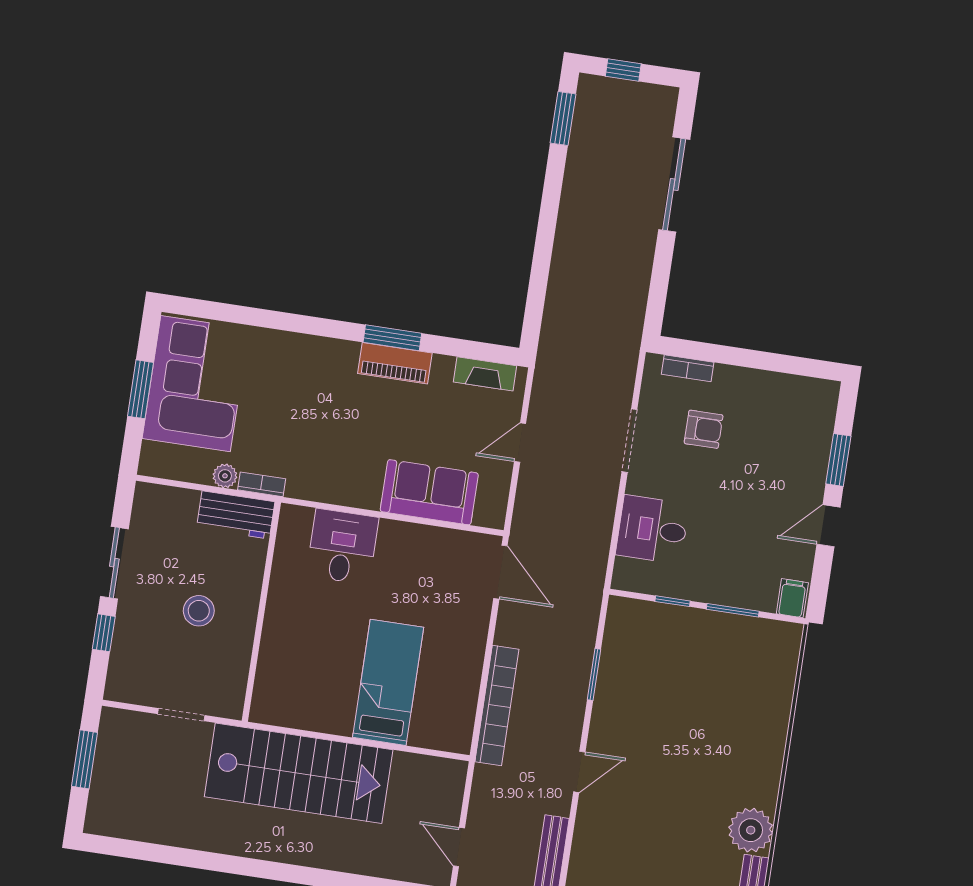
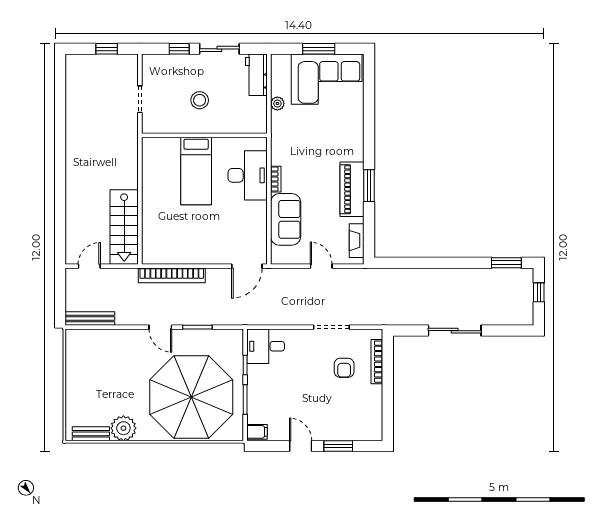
sliding door: (674, 185) -> (455, 331), moved
piano: (395, 363) -> (352, 189), width x1.37, depth x1.33
bookcase: (688, 368) -> (377, 362), width x1.56
bookcase: (262, 484) -> (276, 179), moved
workbench: (236, 515) -> (256, 75), moved
desk: (652, 529) -> (266, 346), moved, turned -90
desk: (342, 547) -> (248, 175), width x1.37
bed: (388, 682) -> (196, 171), moved, turned 90
parasol: (714, 704) -> (191, 397), added
window: (85, 759) -> (107, 49), width x0.67
door: (579, 772) -> (160, 327), moved
stairs: (299, 773) -> (124, 227), moved, width x0.73, depth x0.66

